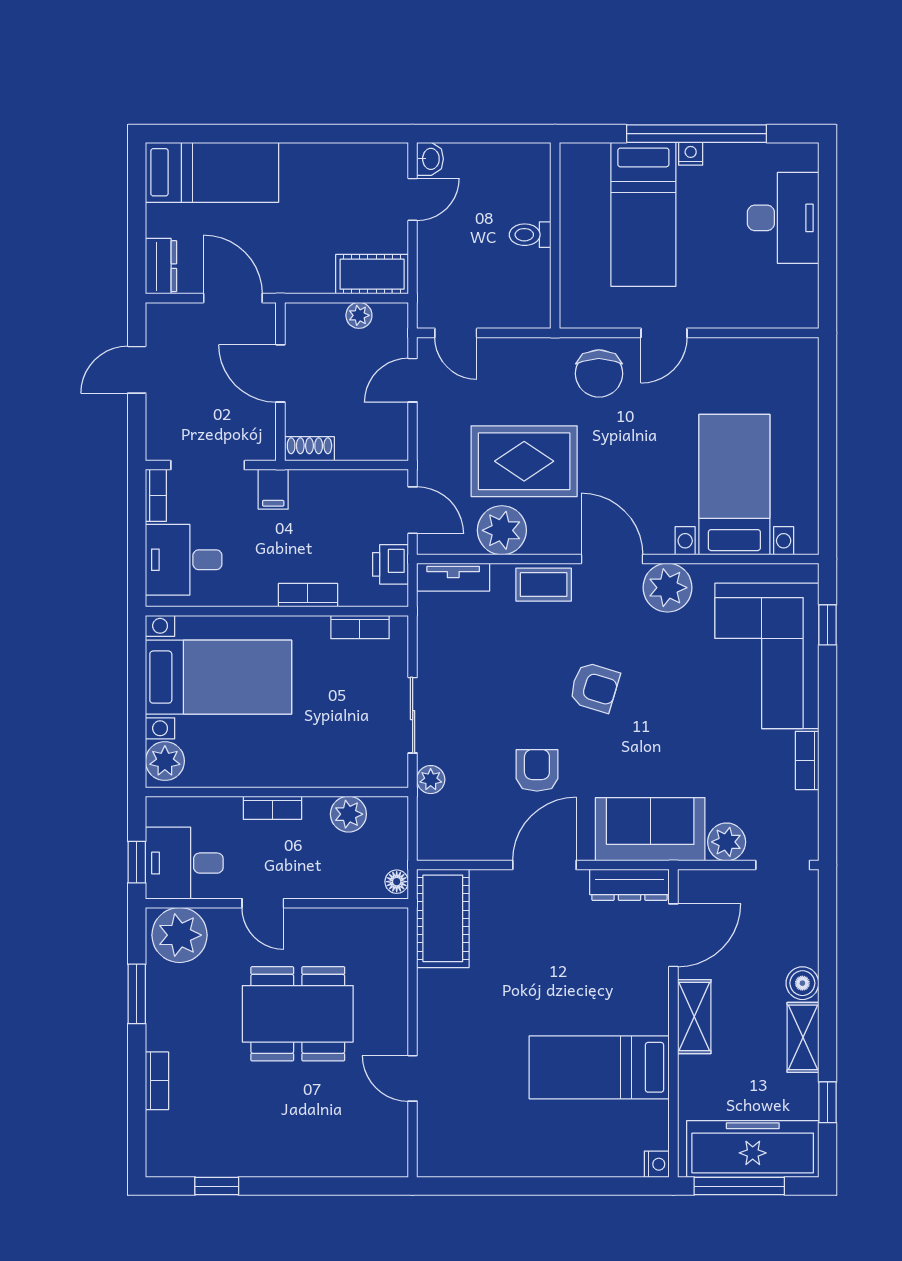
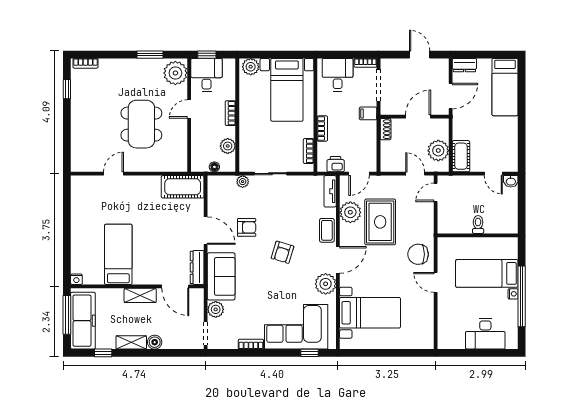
plant: (359, 315) -> (438, 151), width x1.88, depth x1.88
floor lamp: (397, 882) -> (214, 167), moved
bookcase: (157, 1081) -> (85, 63), moved

